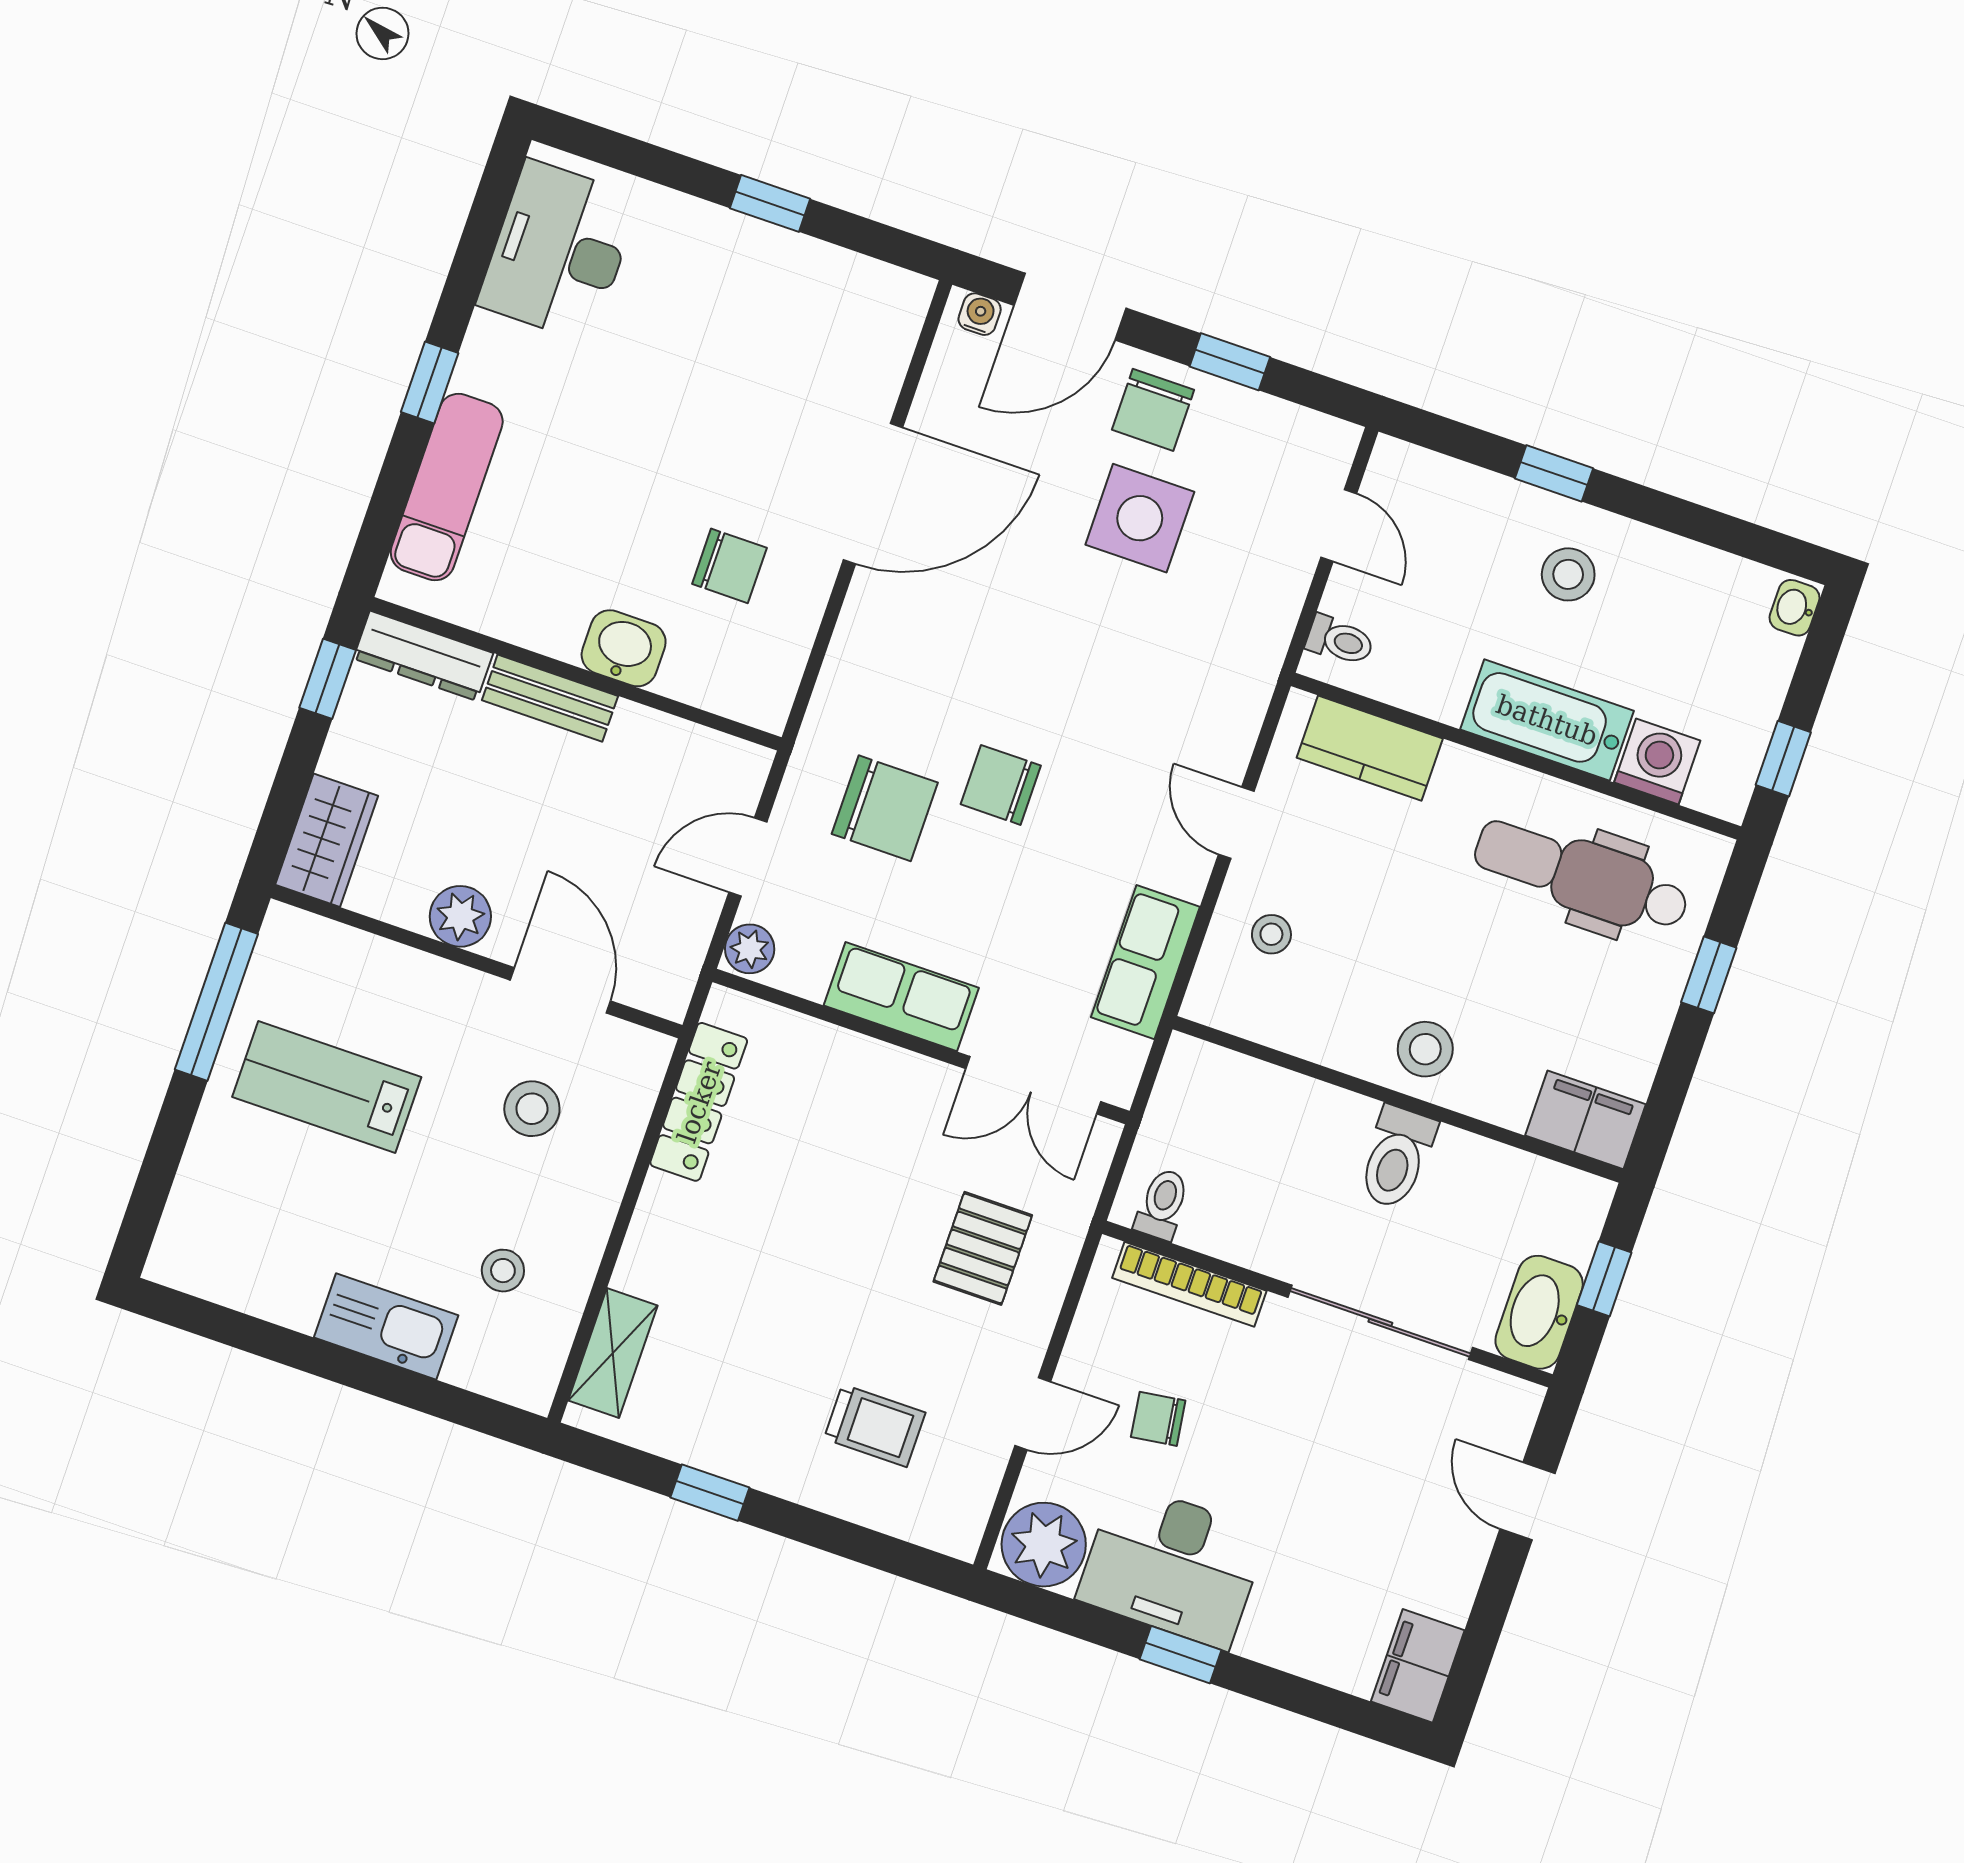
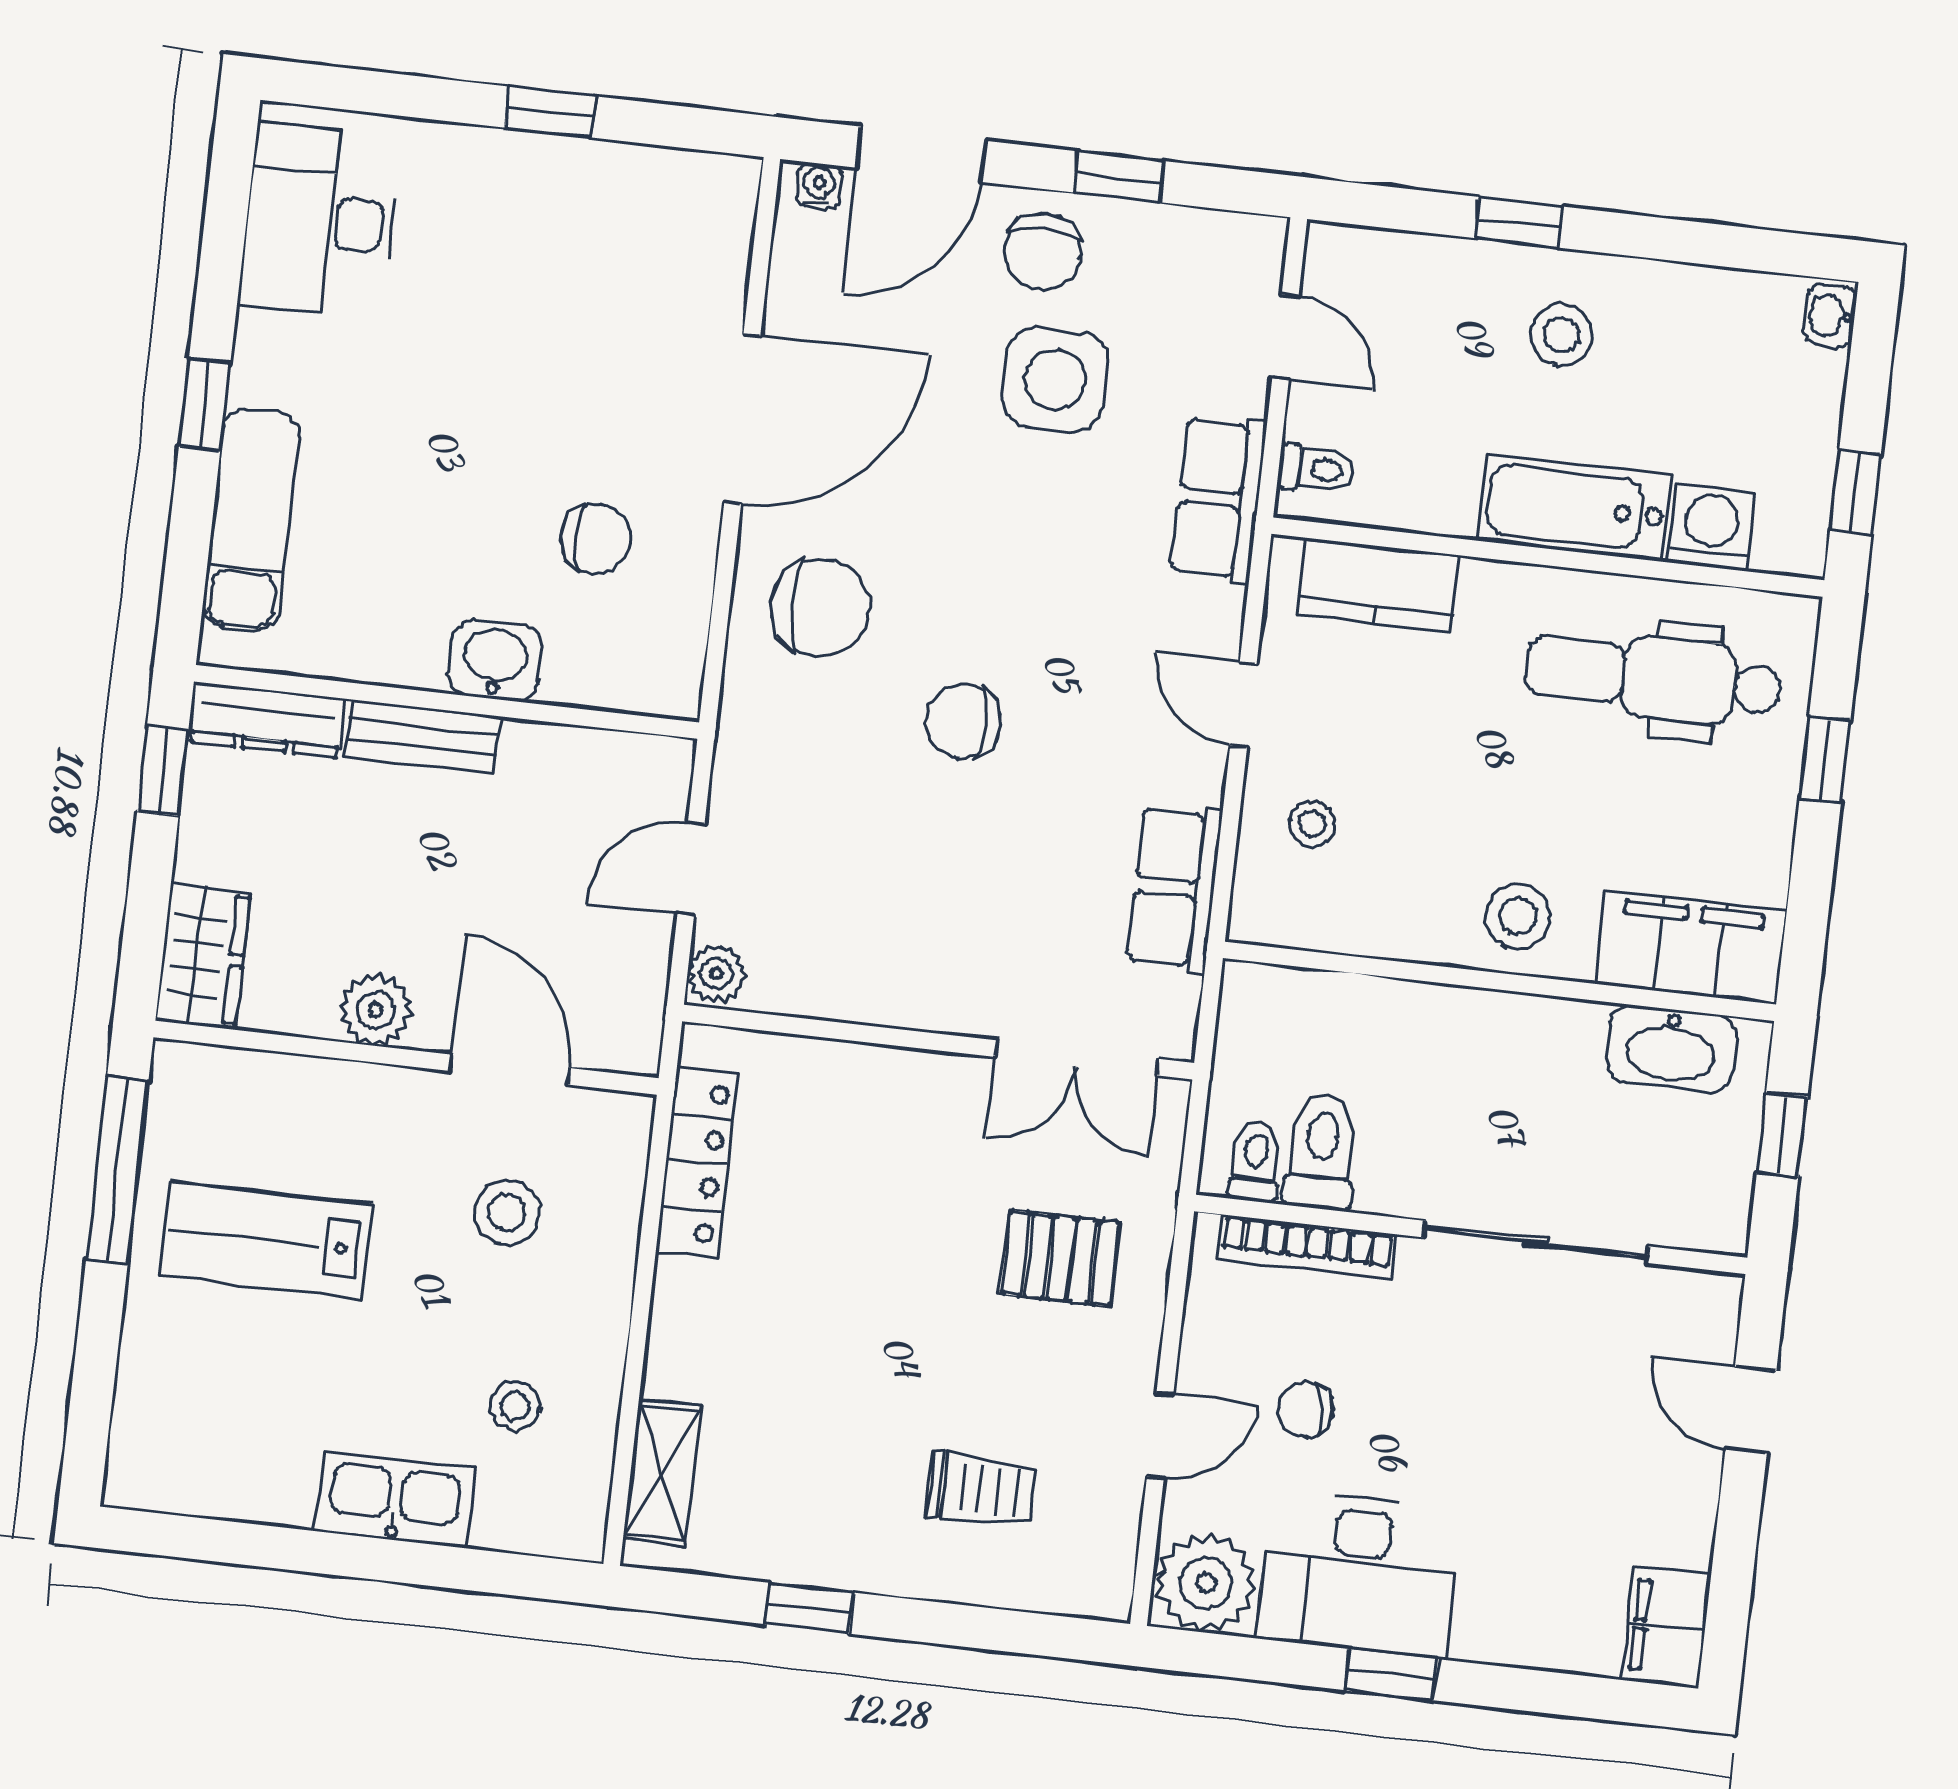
chair: (885, 808) -> (820, 607), moved
row of seats: (901, 997) -> (1219, 499), moved, turned -90
filing cabinet: (1585, 1120) -> (1691, 947), width x1.50, depth x1.17
toilet: (1397, 1157) -> (1321, 1152), moved, turned 180
pallet: (983, 1248) -> (1061, 1258), turned 90
washbasin: (1539, 1312) -> (1671, 1048), moved, turned -90

